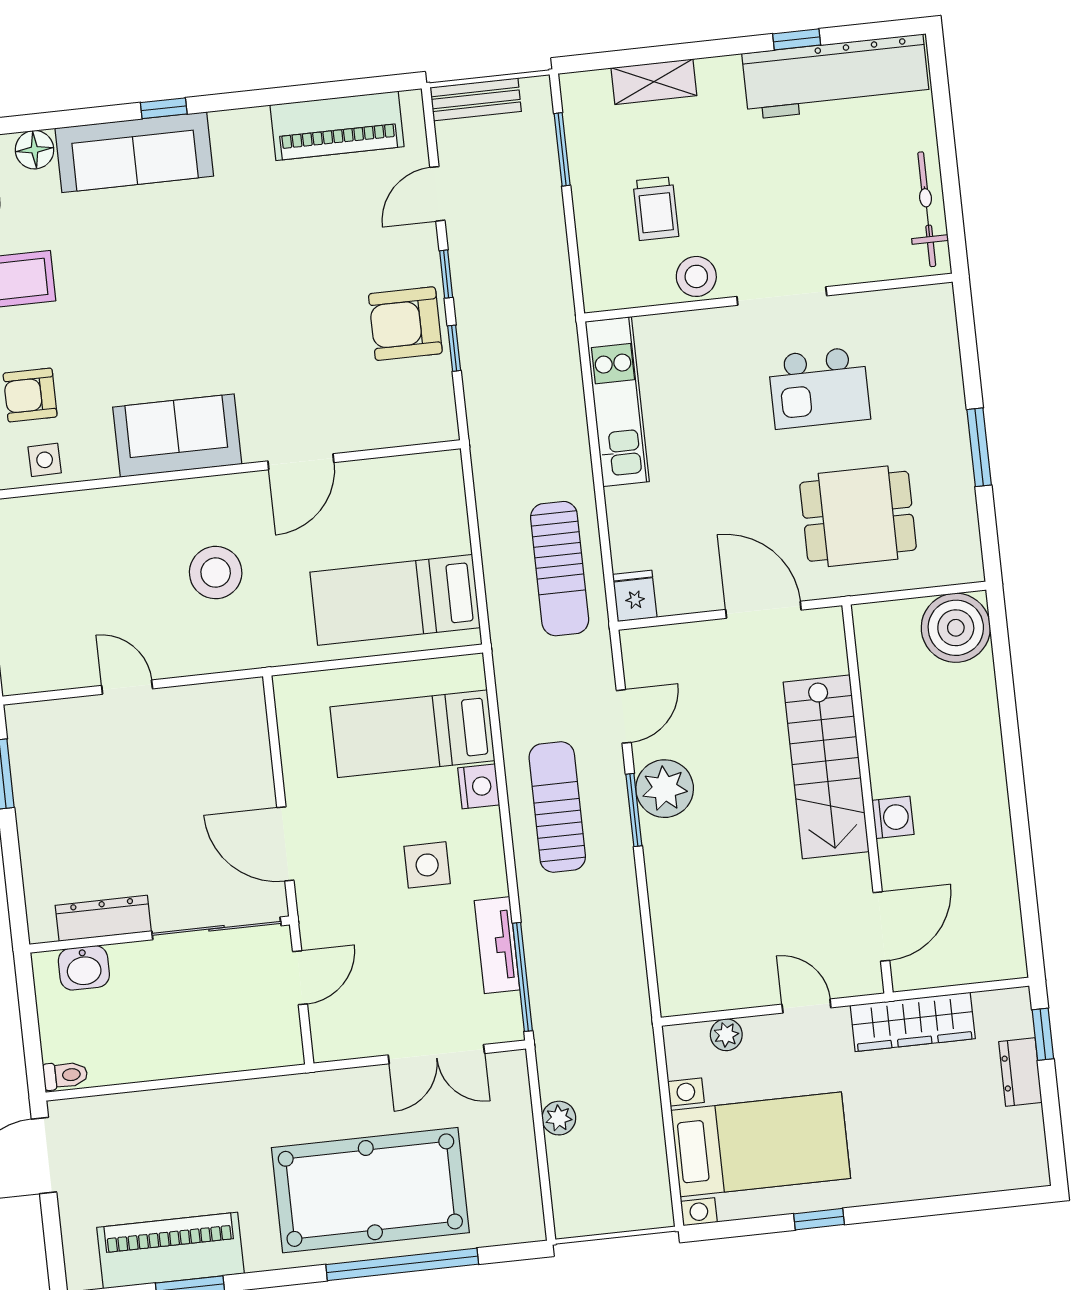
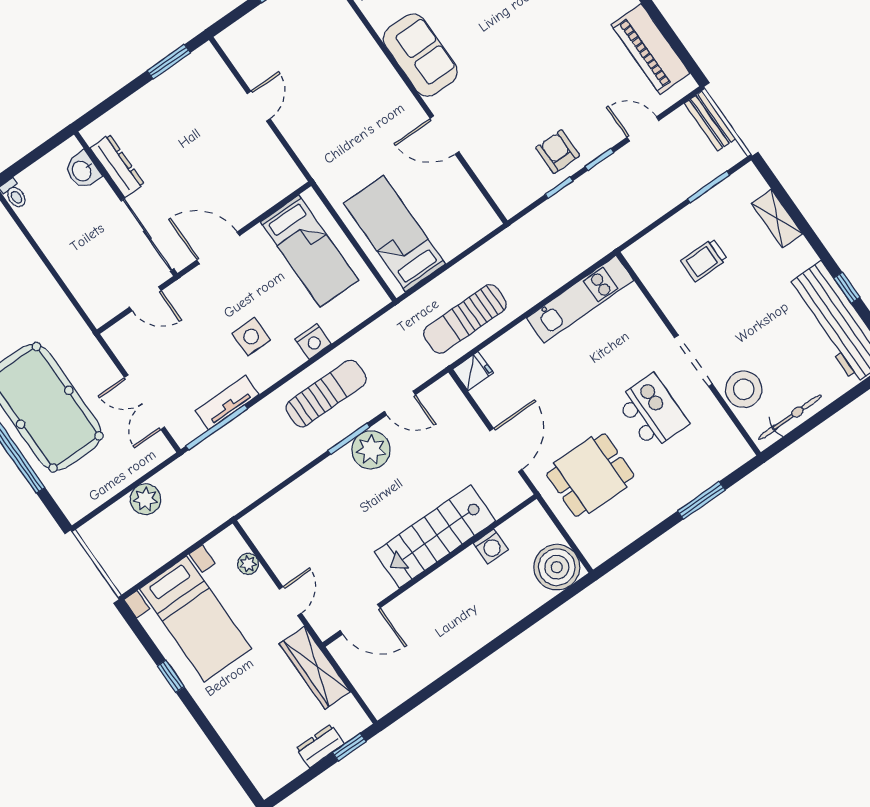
stool: (696, 276) -> (744, 389), moved, width x1.38, depth x1.38
armchair: (405, 324) -> (558, 152), width x0.72, depth x0.72
kitchen island: (819, 388) -> (652, 412), turned 180
window: (979, 447) -> (701, 500), moved
dining table: (858, 516) -> (590, 475), turned 90
stool: (216, 573) -> (353, 121), removed
bed: (412, 734) -> (309, 251), moved, turned 180
washing machine: (893, 817) -> (491, 546), moved
door: (285, 844) -> (218, 248), hinge flipped
plant: (559, 1118) -> (145, 499), width x1.38, depth x1.38

